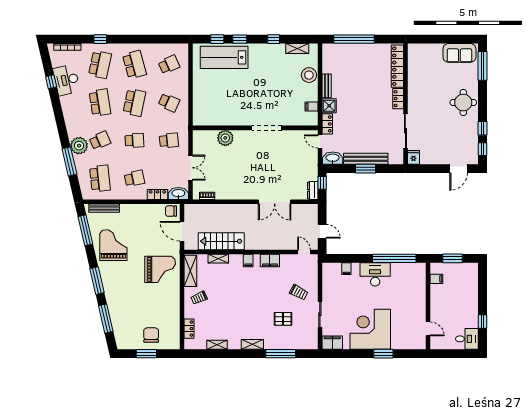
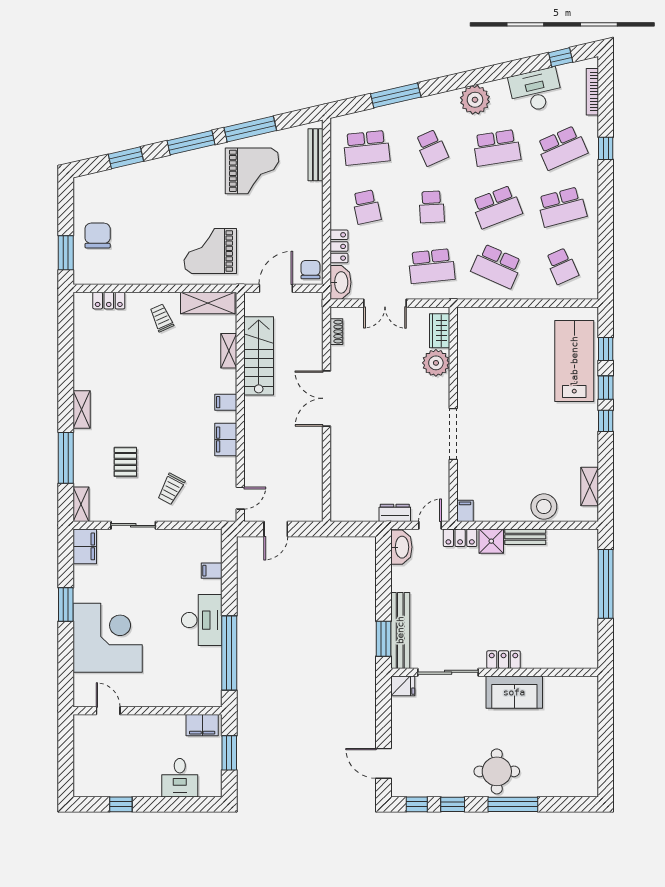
window: (274, 39) -> (606, 421), moved
sofa: (459, 53) -> (514, 692), moved, turned -90
school desk: (100, 65) -> (562, 148), turned -36
locker: (397, 66) -> (559, 658), removed
window: (482, 66) -> (513, 804), moved
window: (51, 82) -> (561, 57), moved
school desk: (134, 102) -> (497, 207), turned -33
school desk: (169, 102) -> (497, 266), width x1.85
filing cabinet: (311, 107) -> (465, 511), moved
wardrobe: (207, 136) -> (440, 331), added
school desk: (169, 140) -> (432, 266), width x1.85
plant: (79, 146) -> (475, 100), moved
bench: (366, 159) -> (400, 630), moved
window: (365, 169) -> (383, 639), moved
window: (322, 183) -> (359, 529), removed
dresser: (313, 190) -> (395, 513), moved
double door: (275, 202) -> (327, 398), moved
window: (85, 230) -> (250, 129), moved
grand piano: (160, 269) -> (210, 251), turned 90
filing cabinet: (436, 279) -> (202, 725), width x2.00
window: (106, 319) -> (126, 158), width x0.69
corner desk: (370, 329) -> (108, 638), moved
door: (428, 329) -> (108, 711), swing flipped
chair: (151, 335) -> (98, 236), turned -90
desk: (467, 339) -> (180, 778), moved
shelving: (217, 345) -> (81, 504), moved
window: (146, 354) -> (66, 253), moved
window: (383, 354) -> (66, 605), moved

